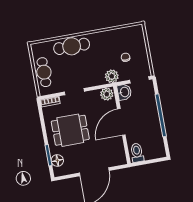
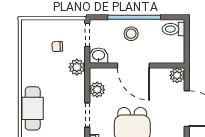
plant: (107, 94) -> (97, 90), moved
stool: (147, 115) -> (131, 34), added
toilet: (137, 153) -> (173, 29), moved
plant: (120, 159) -> (177, 75), added

